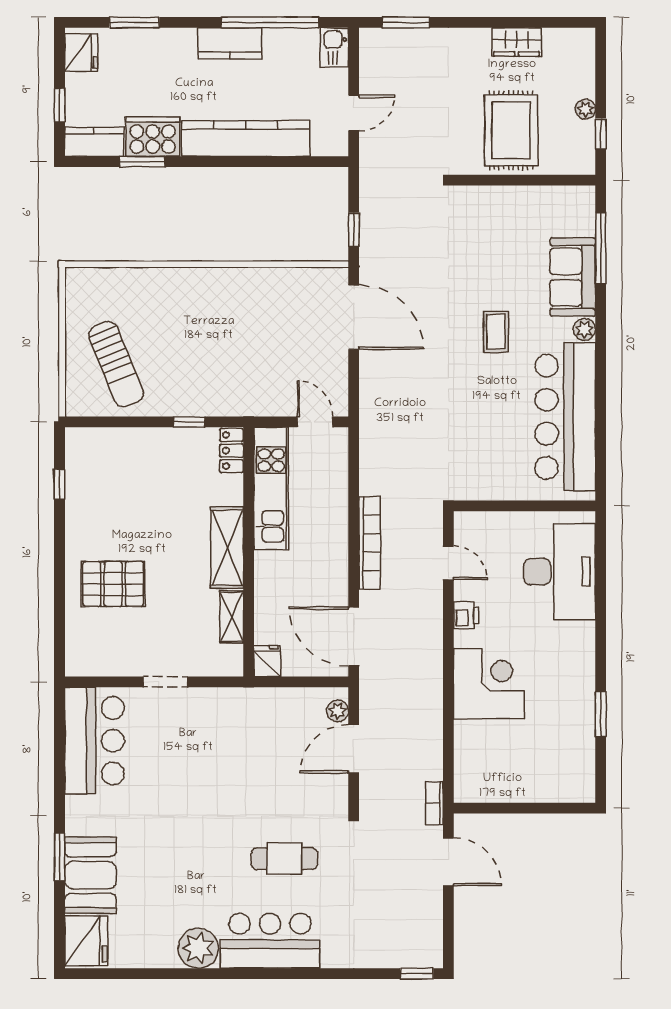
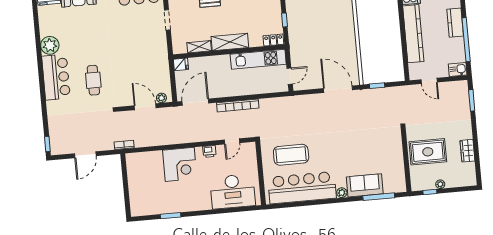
door: (354, 317) -> (338, 89), swing flipped
coffee table: (496, 332) -> (291, 155), moved, width x1.86, depth x1.72
door: (448, 862) -> (85, 155), moved

